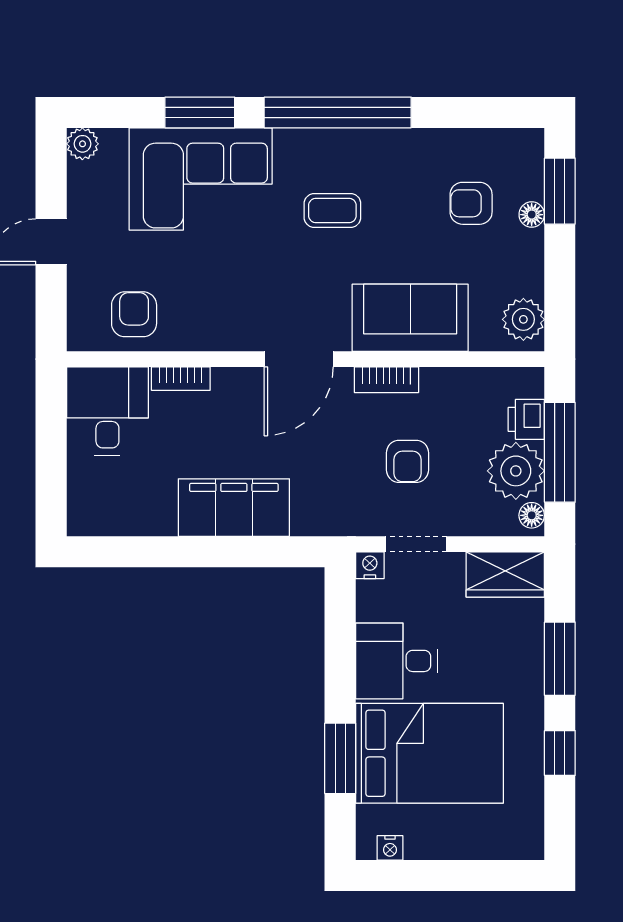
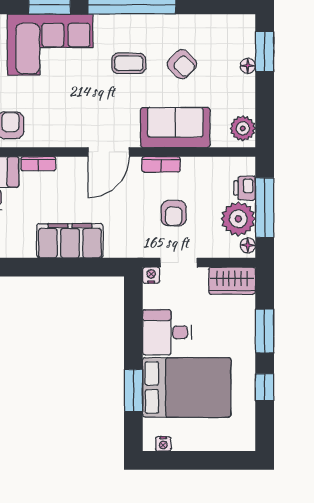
armchair: (471, 203) -> (182, 64), moved, turned -135

